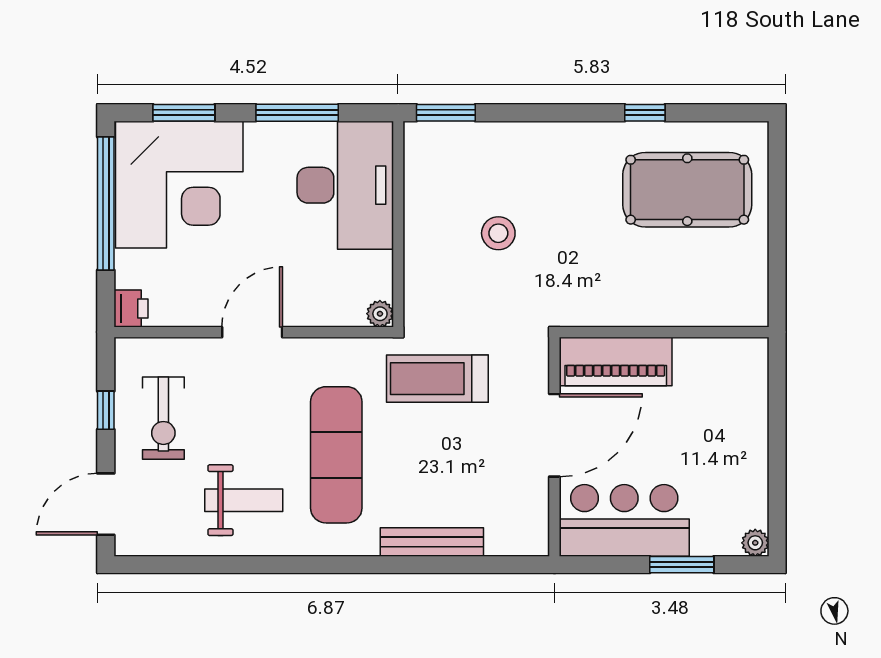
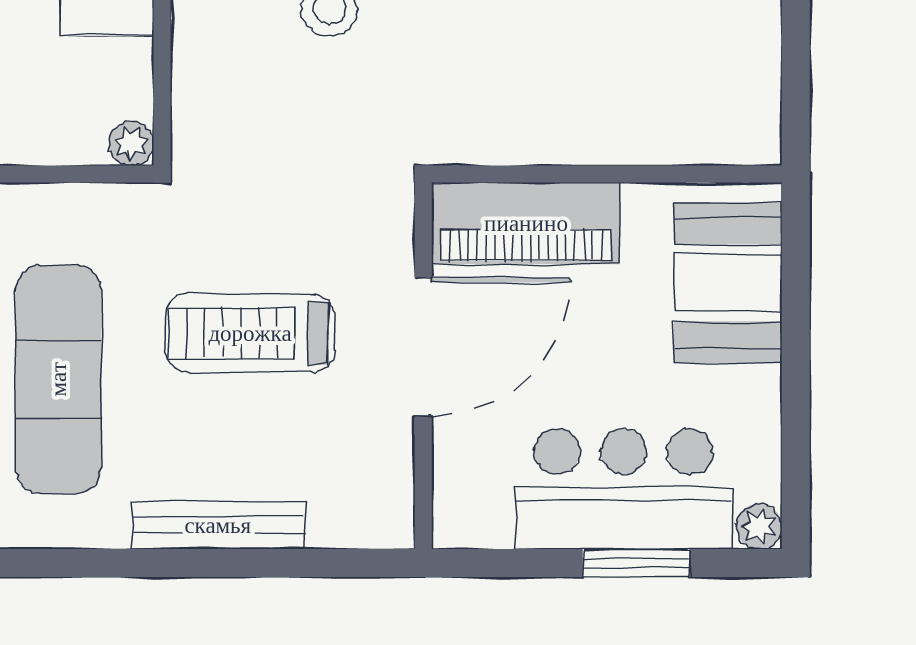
treadmill: (437, 379) -> (250, 333), moved
booth: (737, 397) -> (728, 283), added
bar counter: (624, 520) -> (624, 489), moved

